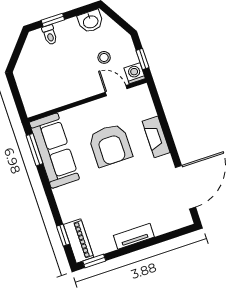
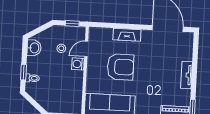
washing machine: (135, 73) -> (78, 64), moved

